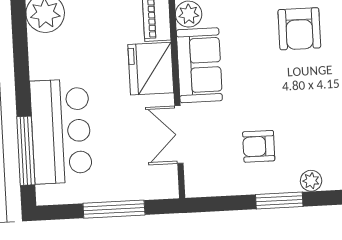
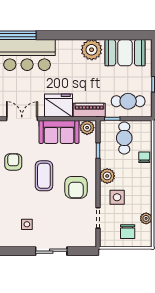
armchair: (299, 29) -> (76, 187), turned -90
coffee table: (281, 89) -> (44, 176), added

